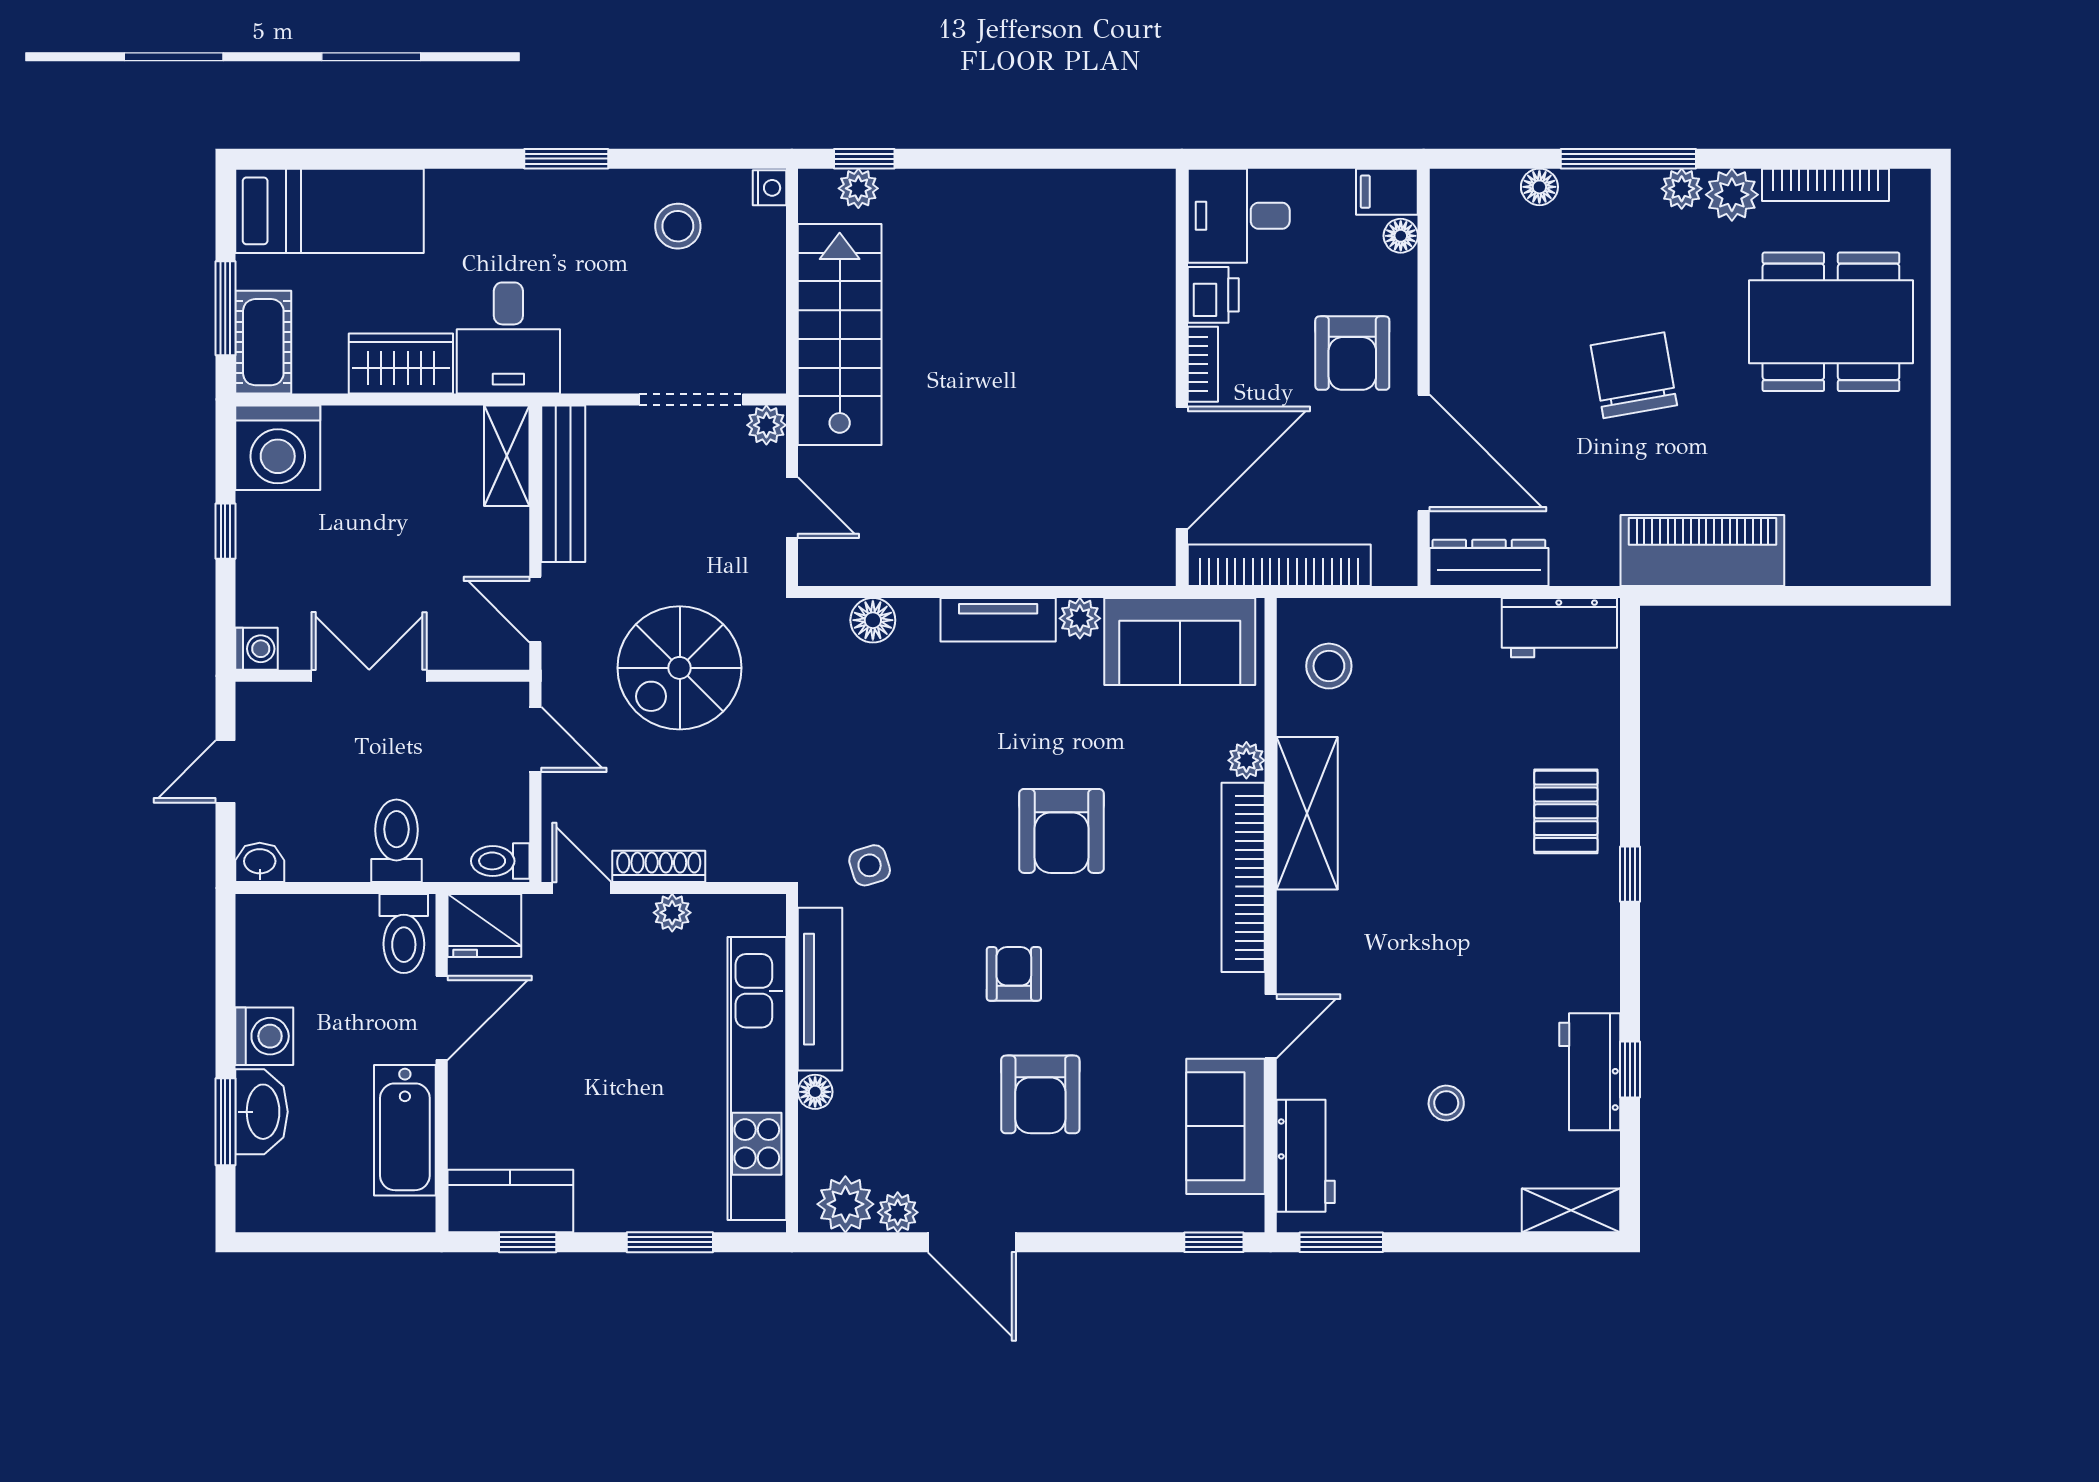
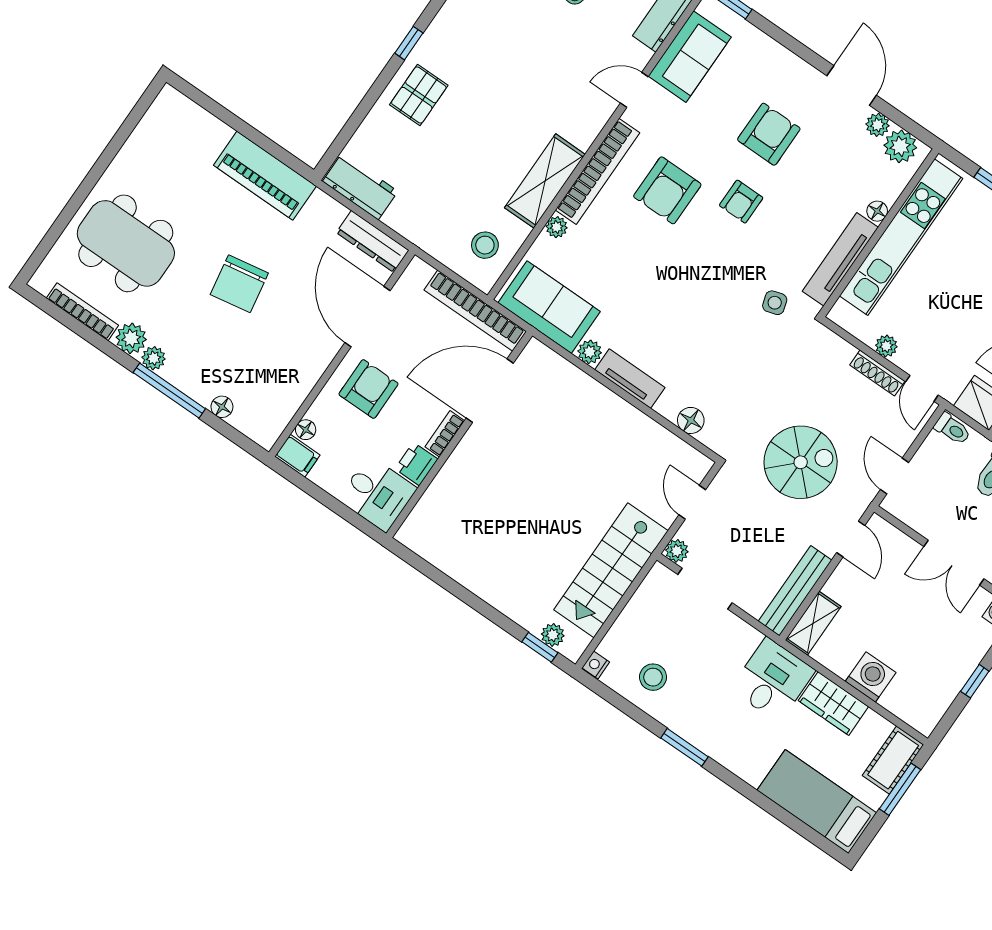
washing machine: (278, 448) -> (871, 677), moved, width x0.73, depth x0.73
armchair: (1061, 831) -> (667, 190), moved, turned 180

